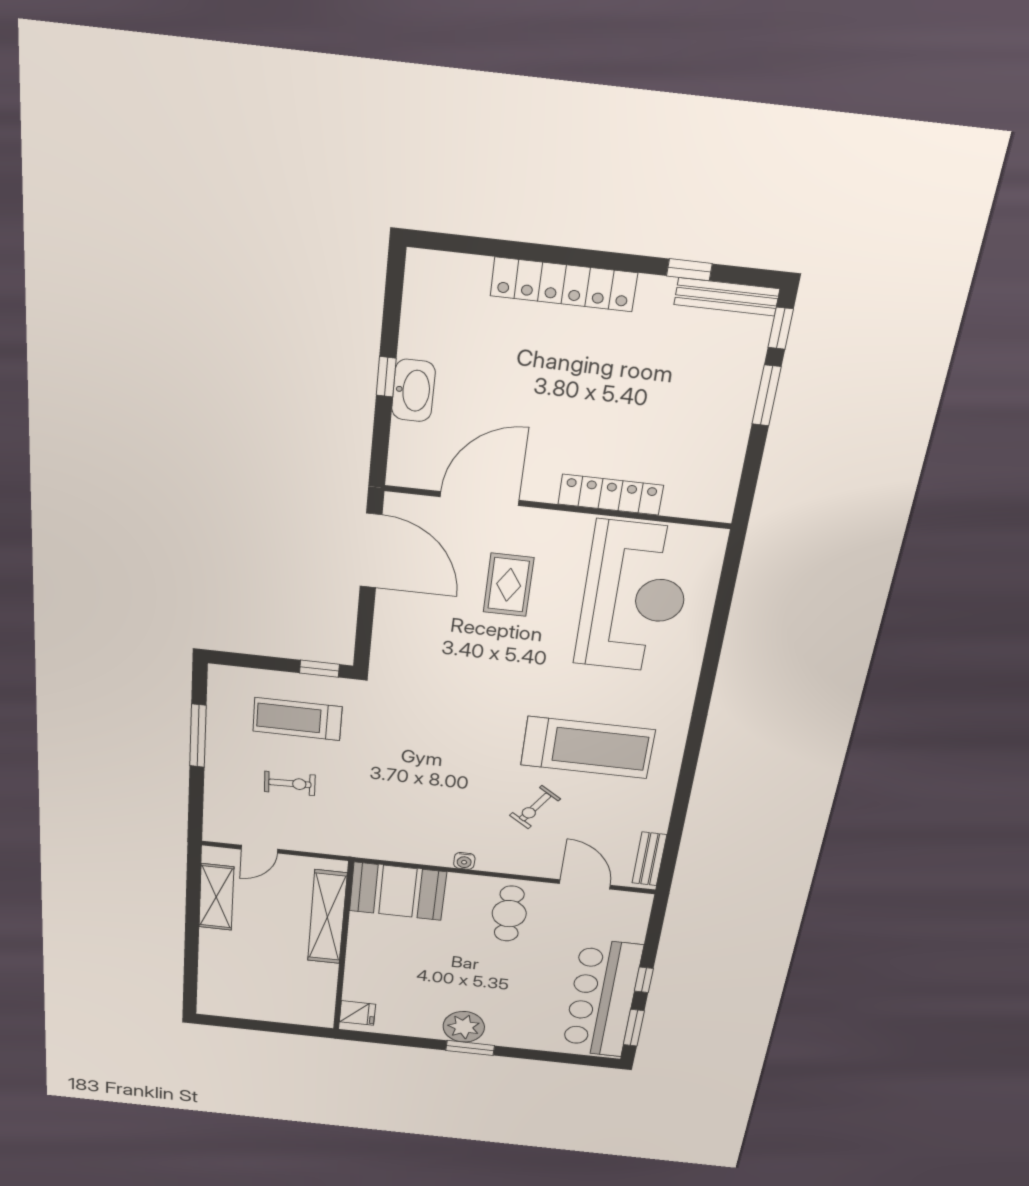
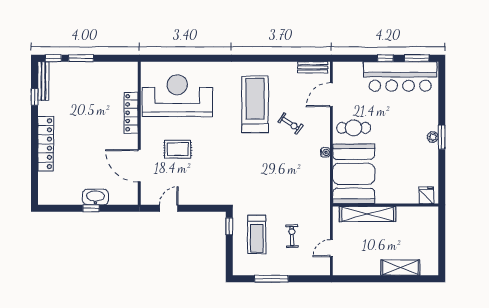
door: (371, 551) -> (169, 208), width x0.53
door: (259, 849) -> (331, 248), swing flipped
booth: (398, 891) -> (354, 174), width x1.36, depth x1.42
shelving: (216, 897) -> (400, 268), moved
plant: (464, 1027) -> (433, 137), width x0.53, depth x0.53

